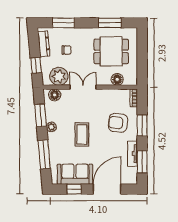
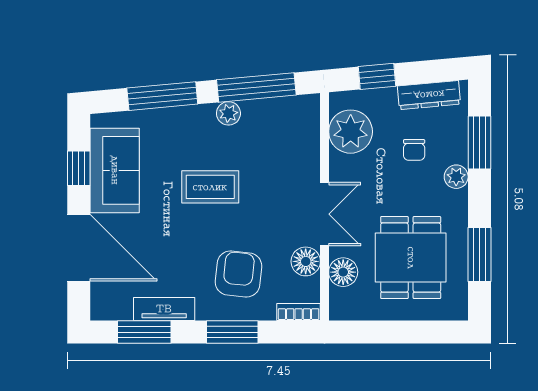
plant: (78, 32) -> (456, 177), added
double door: (83, 87) -> (325, 214), moved
floor lamp: (55, 95) -> (306, 261), moved
window: (41, 115) -> (256, 87), width x1.44

